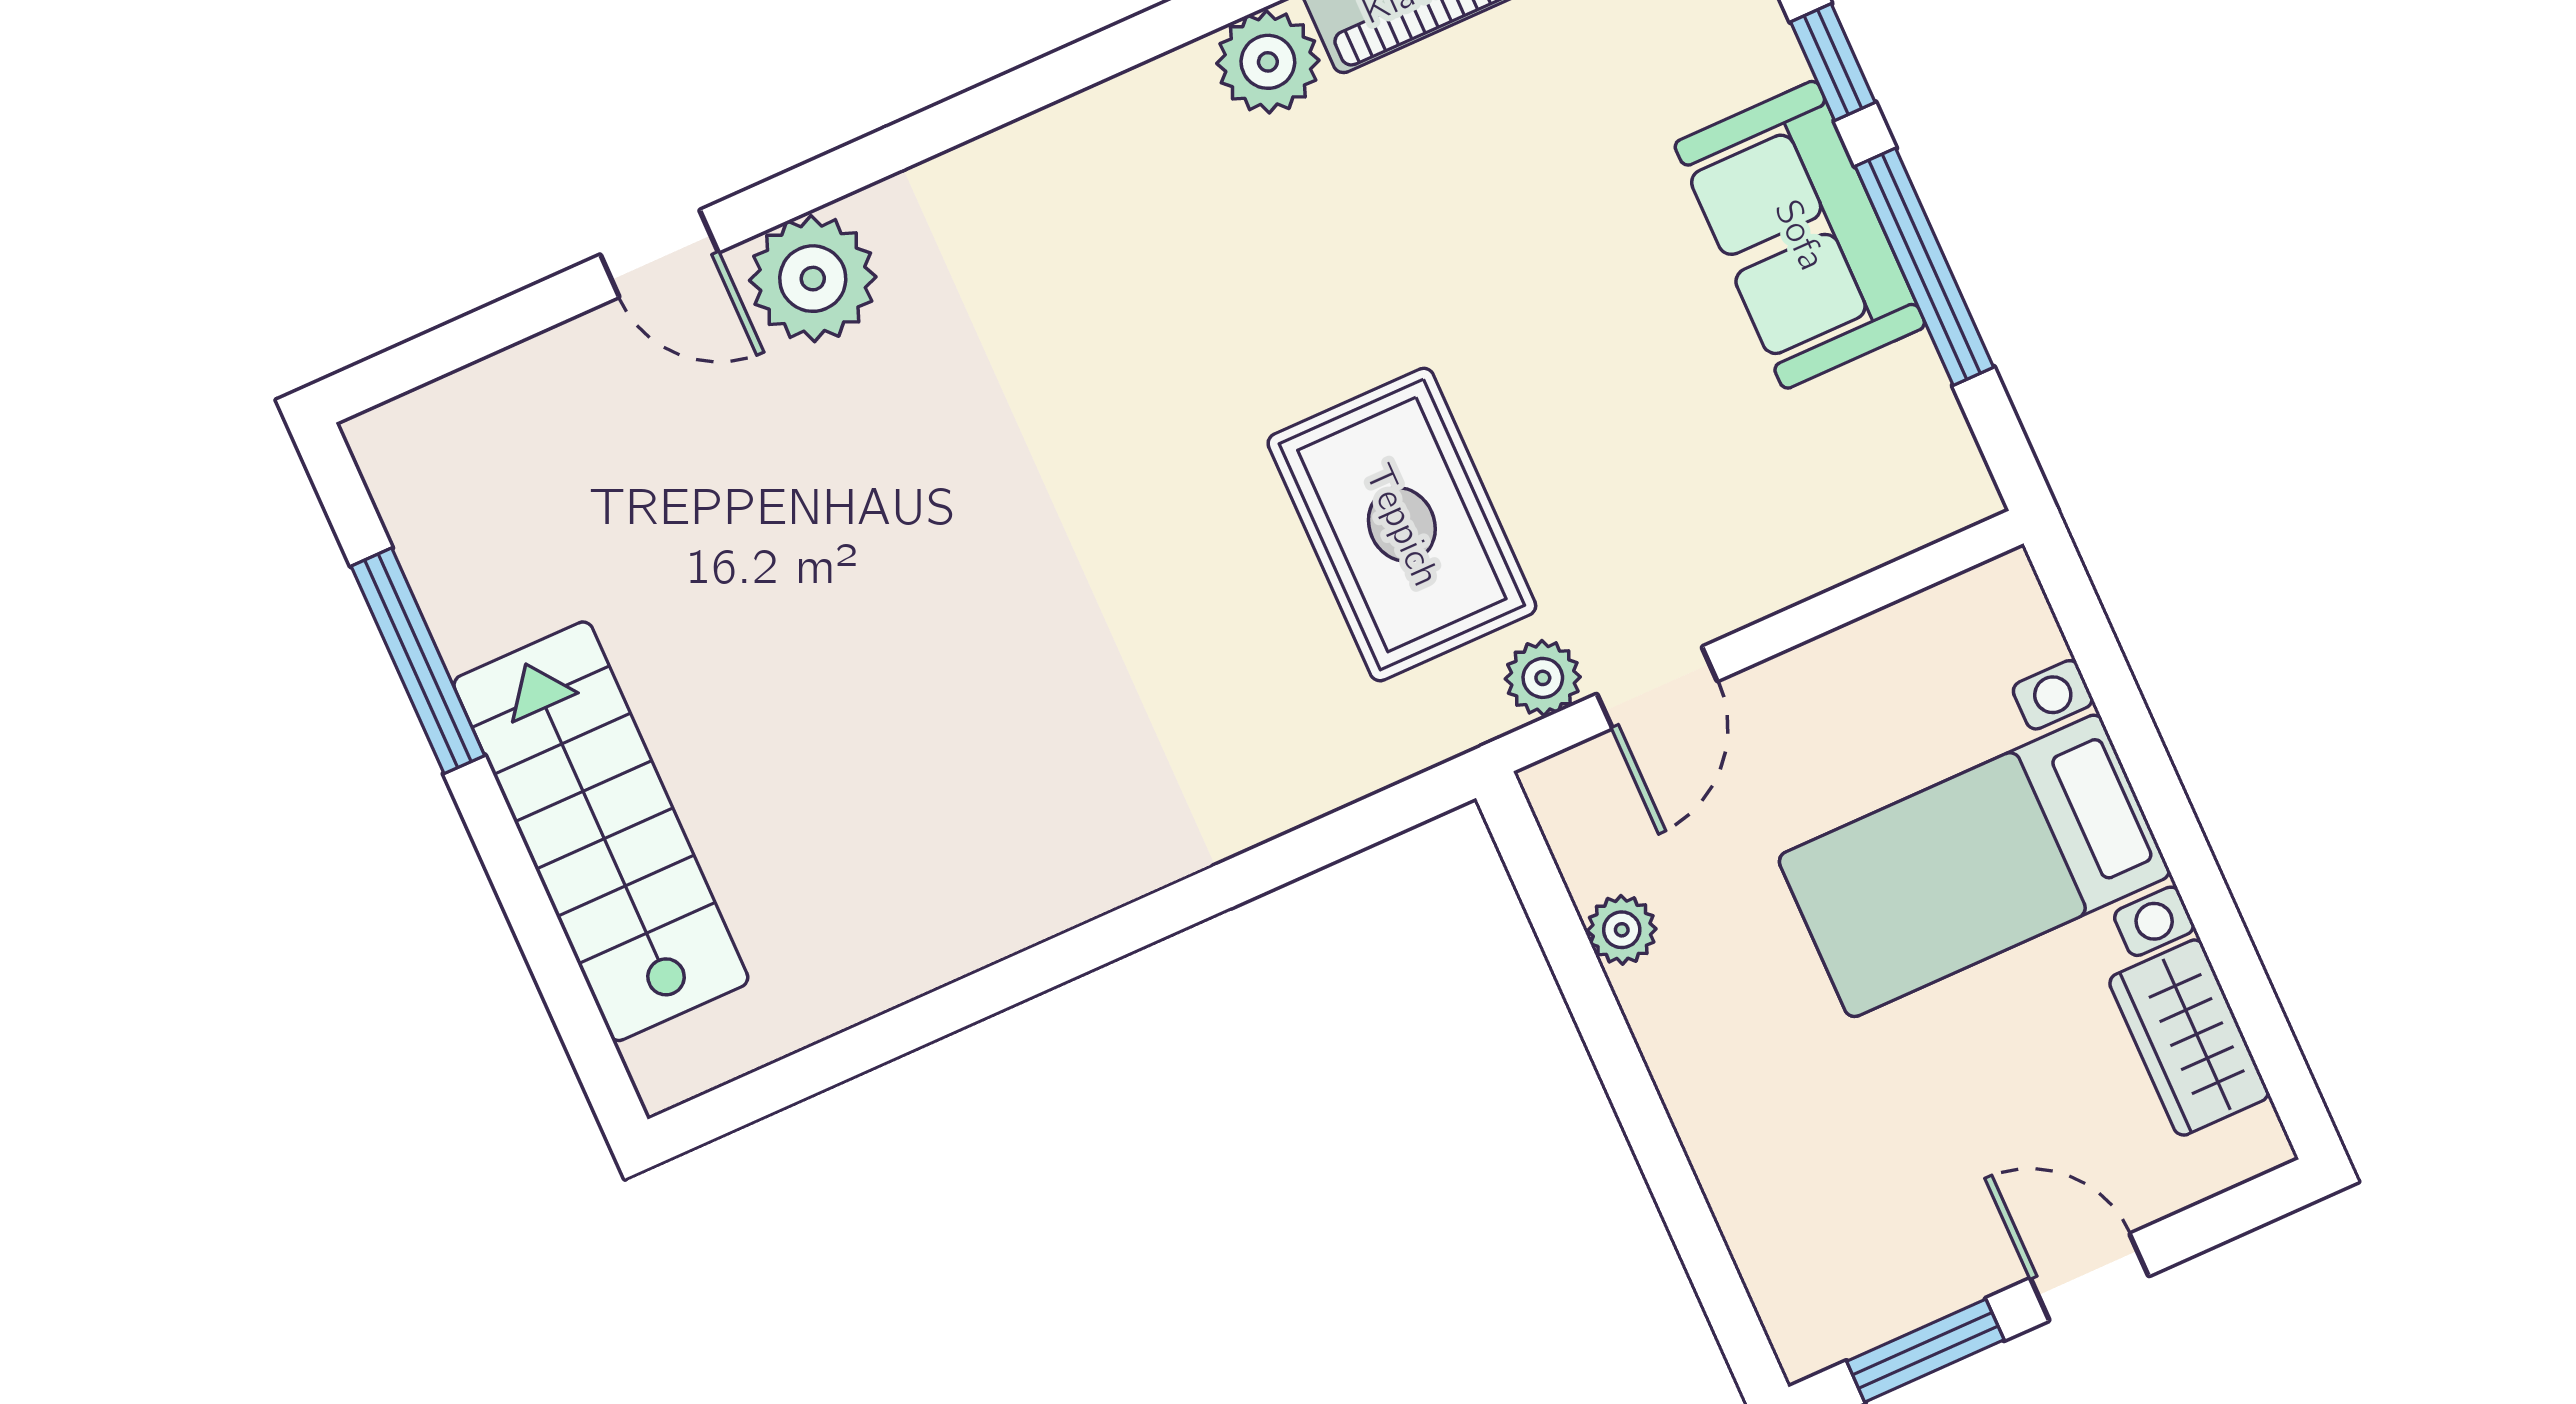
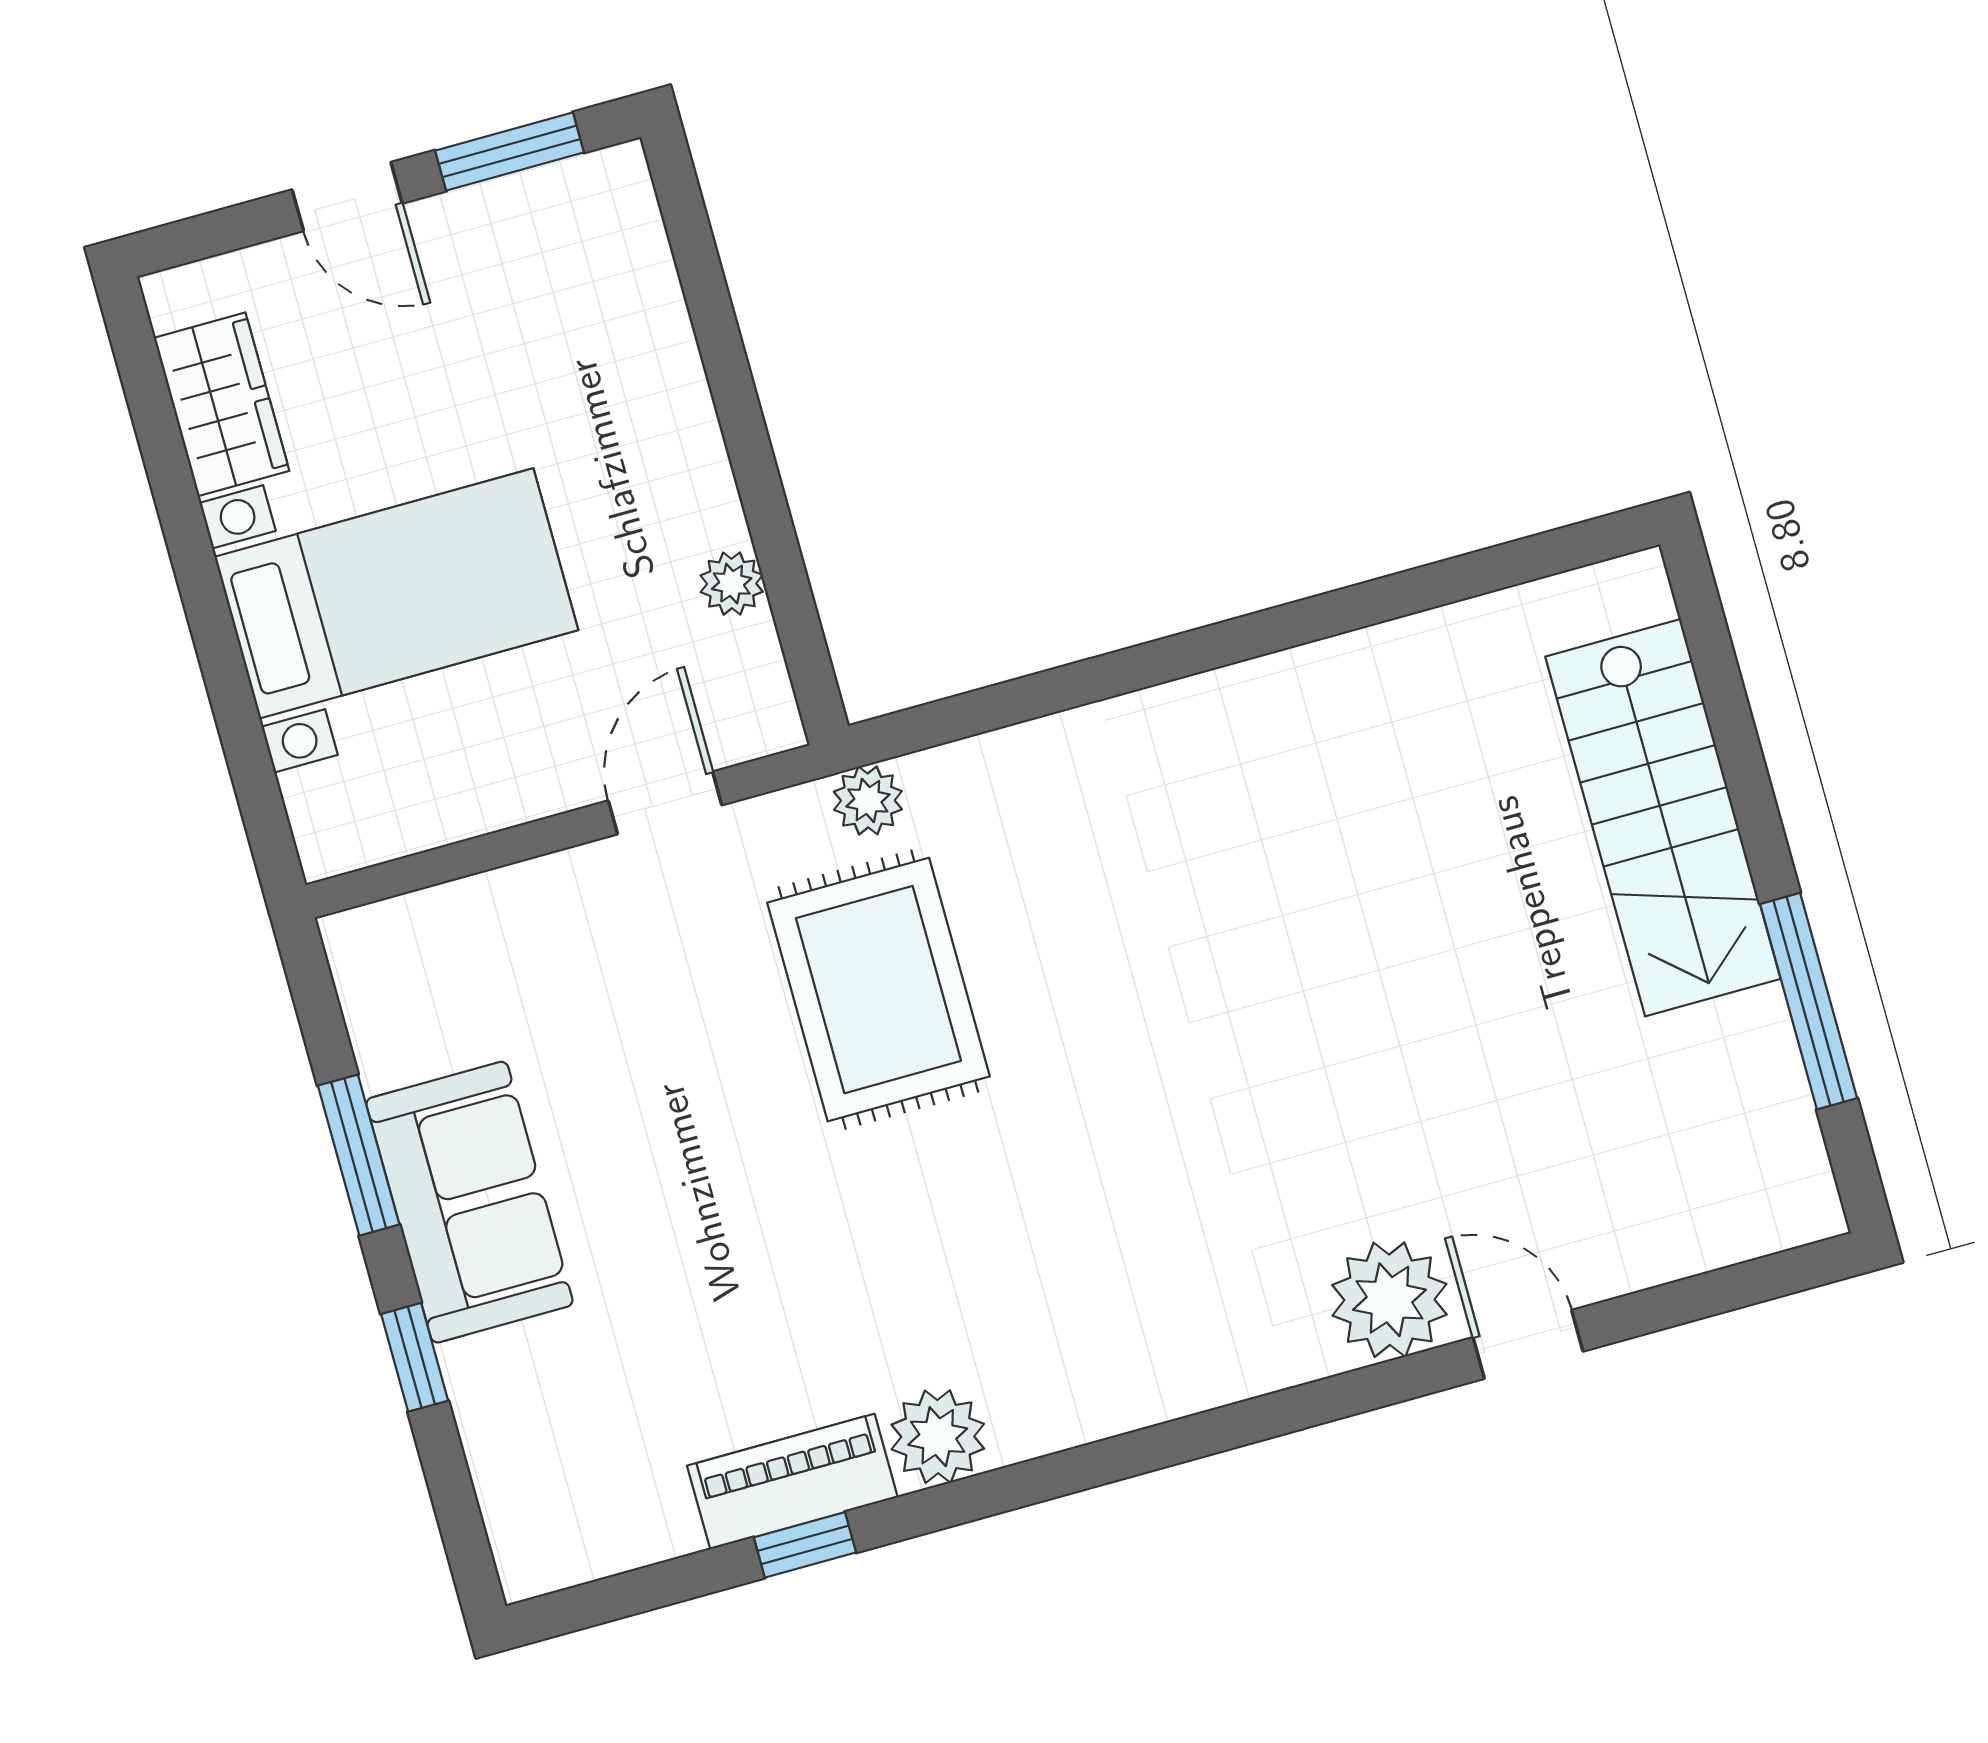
window: (1924, 267) -> (359, 1155), width x0.69
plant: (1543, 678) -> (868, 800), moved

